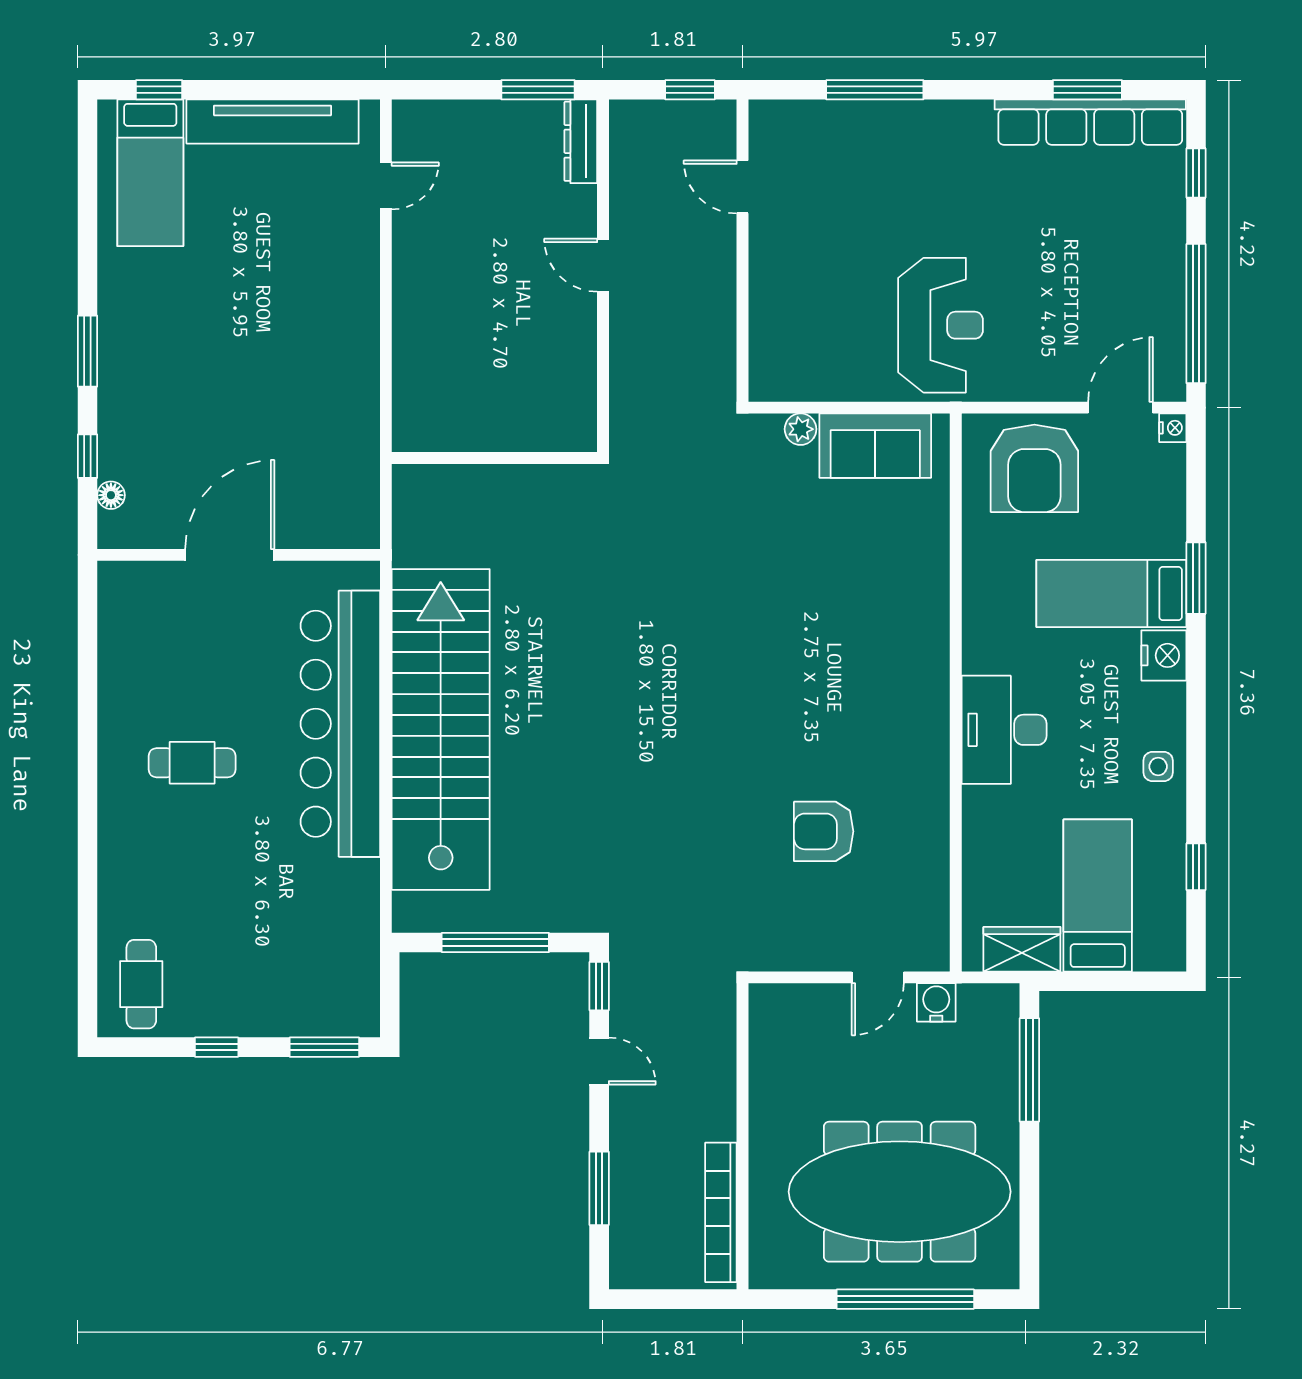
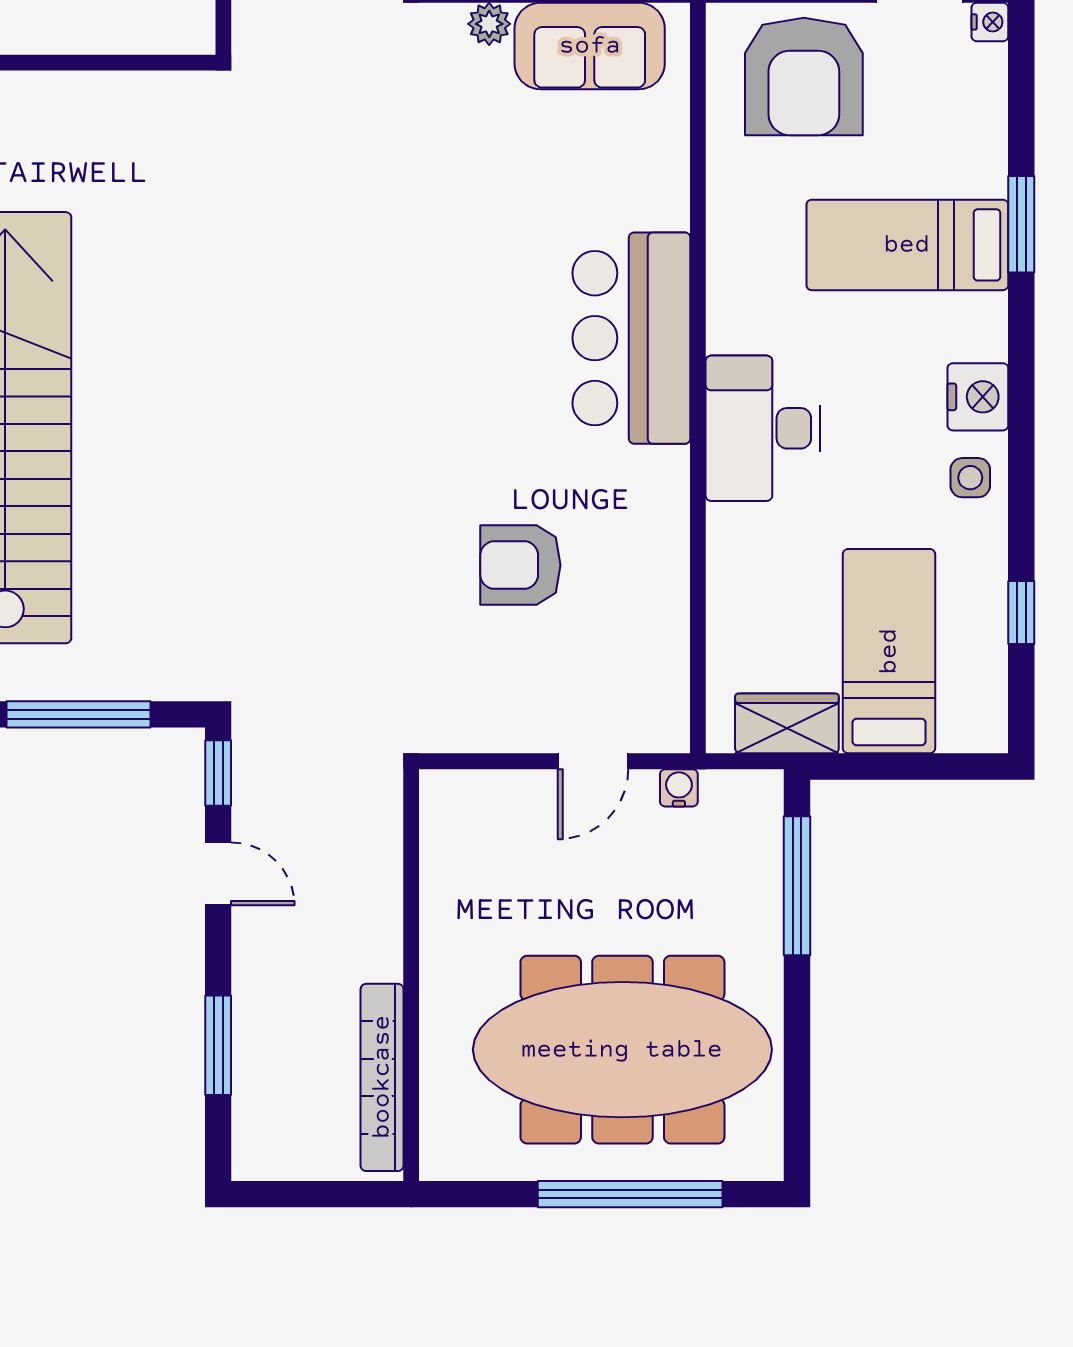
nightstand: (1164, 655) -> (978, 397), moved
bar counter: (906, 663) -> (631, 338), added
water cooler: (936, 1002) -> (679, 788), width x0.72, depth x0.72

